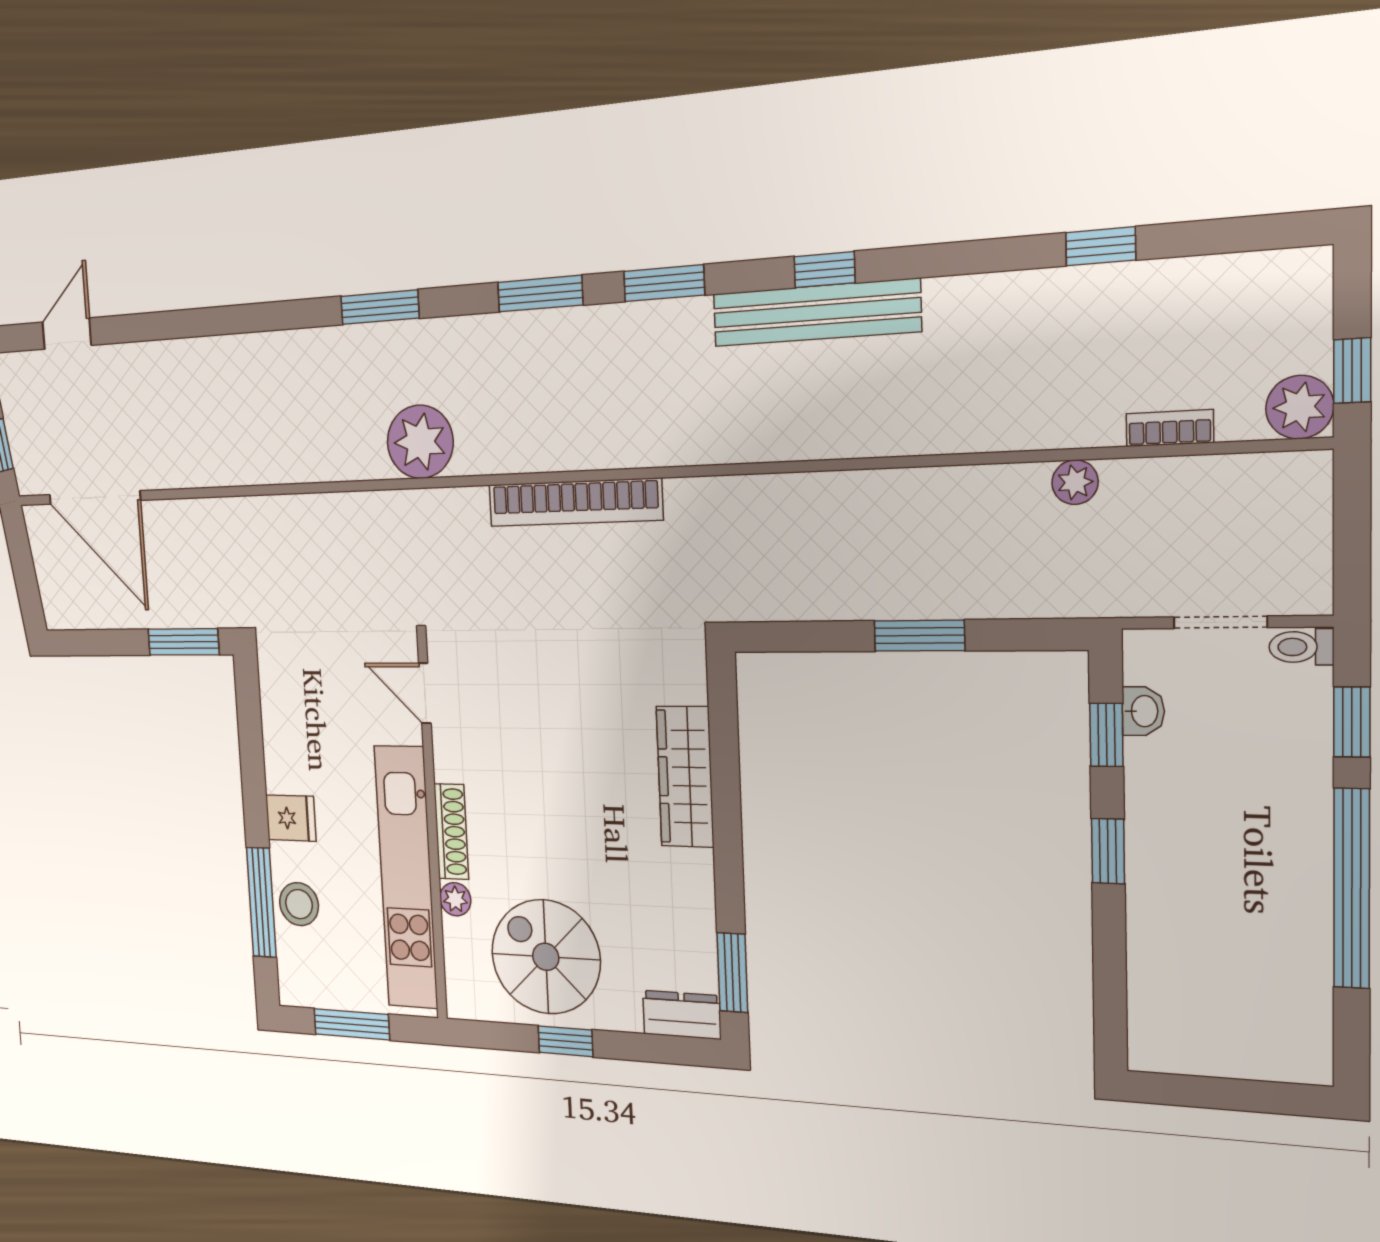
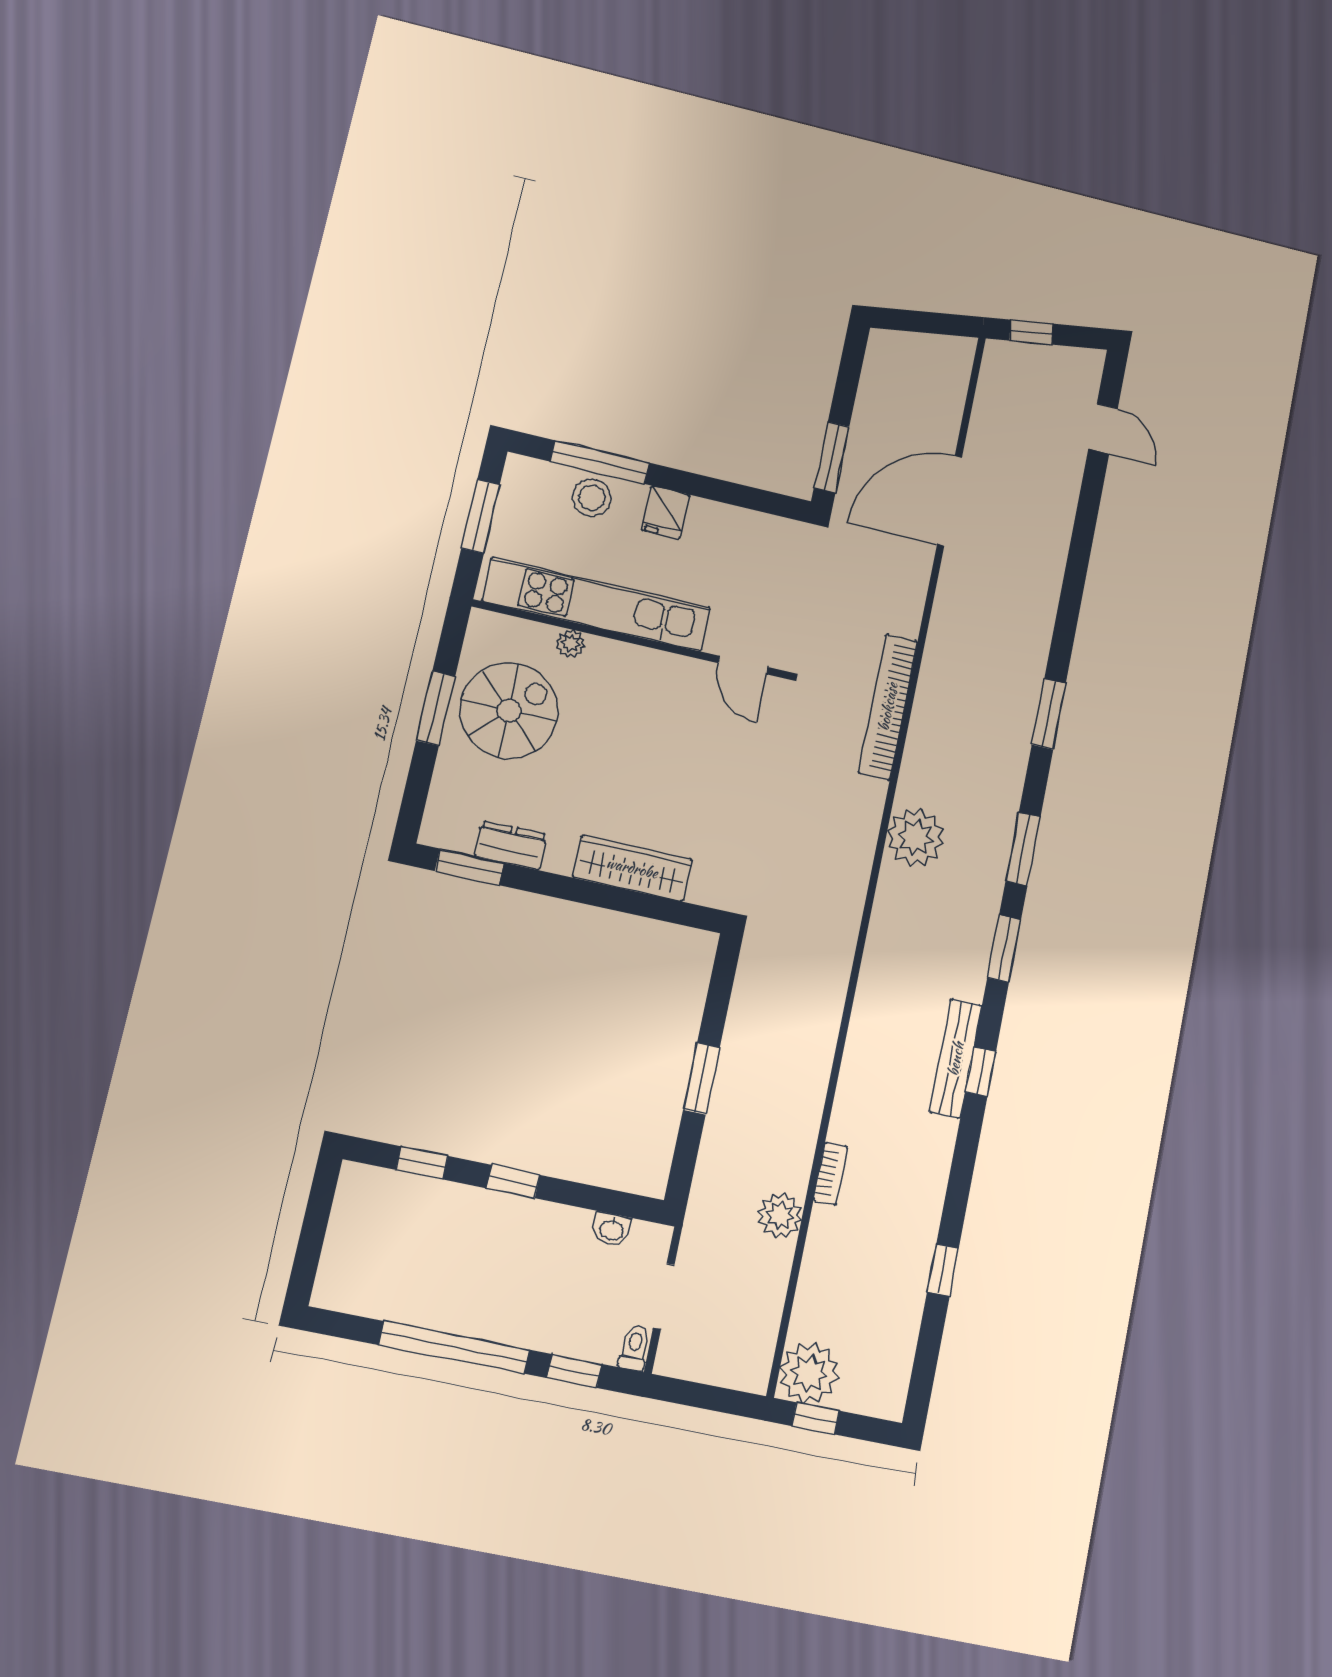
bench: (816, 313) -> (956, 1059), width x0.73, depth x0.82
plant: (1300, 407) -> (809, 1373), width x1.36, depth x1.36
bookcase: (1170, 428) -> (831, 1174), moved
plant: (420, 442) -> (916, 837), moved
plant: (1075, 482) -> (780, 1216), width x1.38, depth x1.38
door: (95, 497) -> (950, 501), moved
bookcase: (575, 502) -> (888, 707), moved
door: (425, 693) -> (743, 665), swing flipped
window: (1106, 735) -> (422, 1163), moved
shoe rack: (451, 832) -> (627, 656), removed
dresser: (682, 1015) -> (511, 845), moved, turned -90
window: (566, 1041) -> (436, 708), width x1.50

